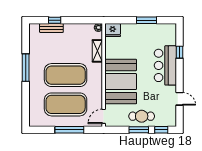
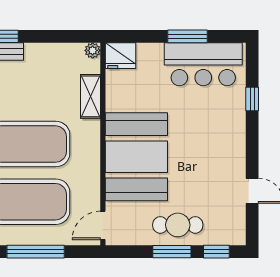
bar counter: (165, 65) -> (203, 64), moved, turned -90

